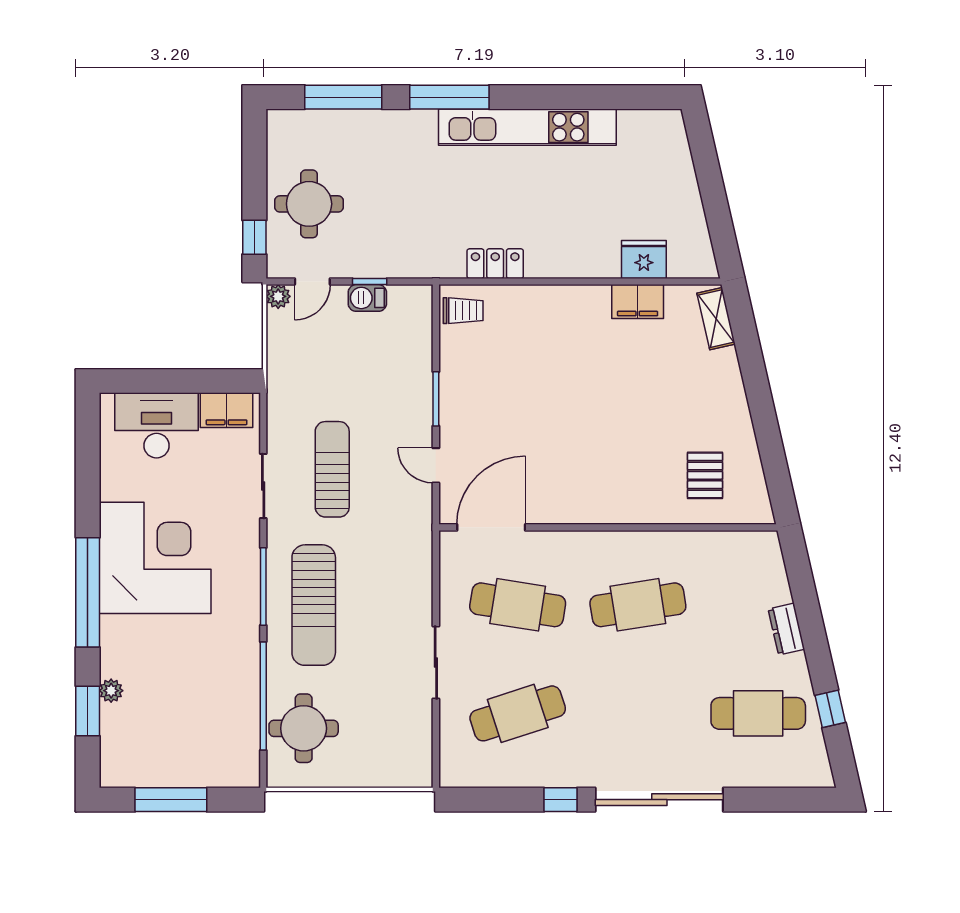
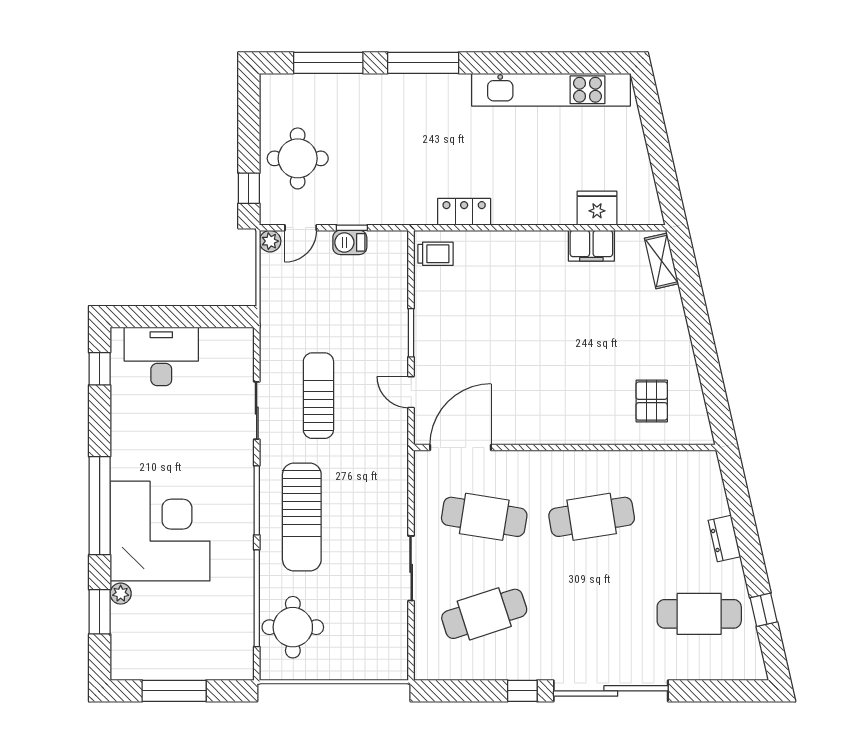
kitchen unit: (527, 127) -> (551, 90), moved
filing cabinet: (227, 410) -> (224, 343), removed
window: (88, 439) -> (100, 369), added
corner desk: (155, 558) -> (160, 531), moved

